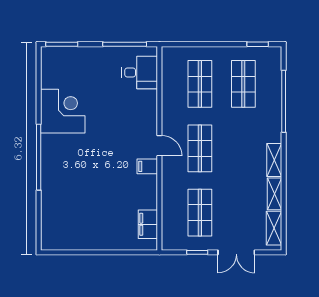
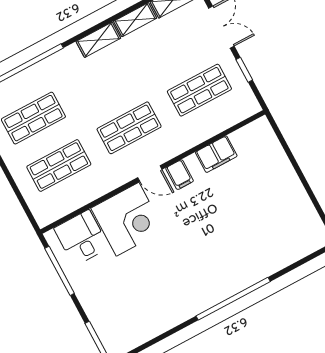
corner desk: (63, 111) -> (128, 219), moved, turned 180
door: (159, 146) -> (150, 173), swing flipped
filing cabinet: (148, 224) -> (216, 154), moved

